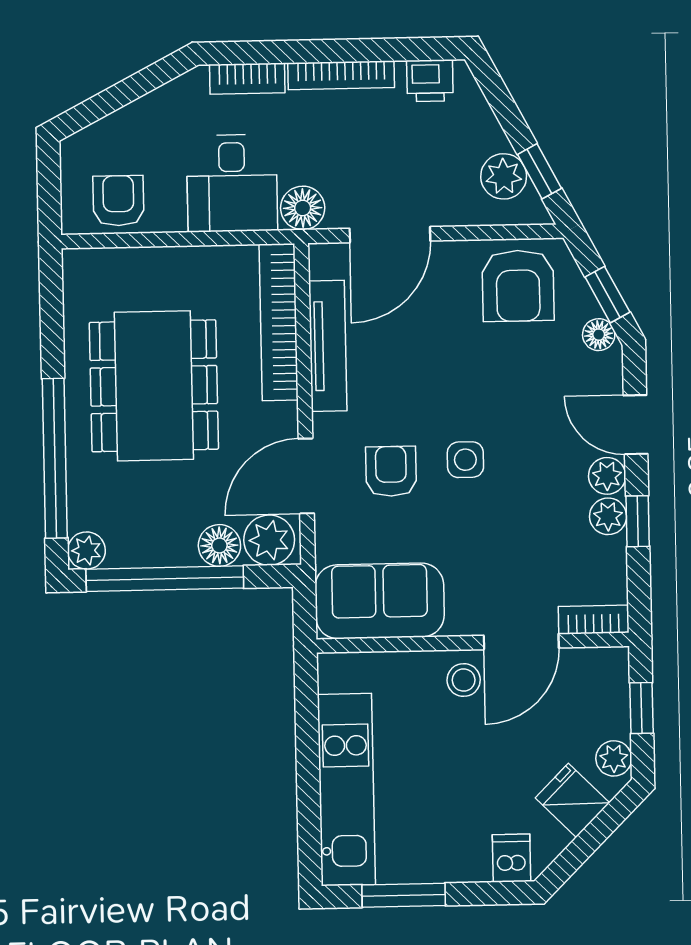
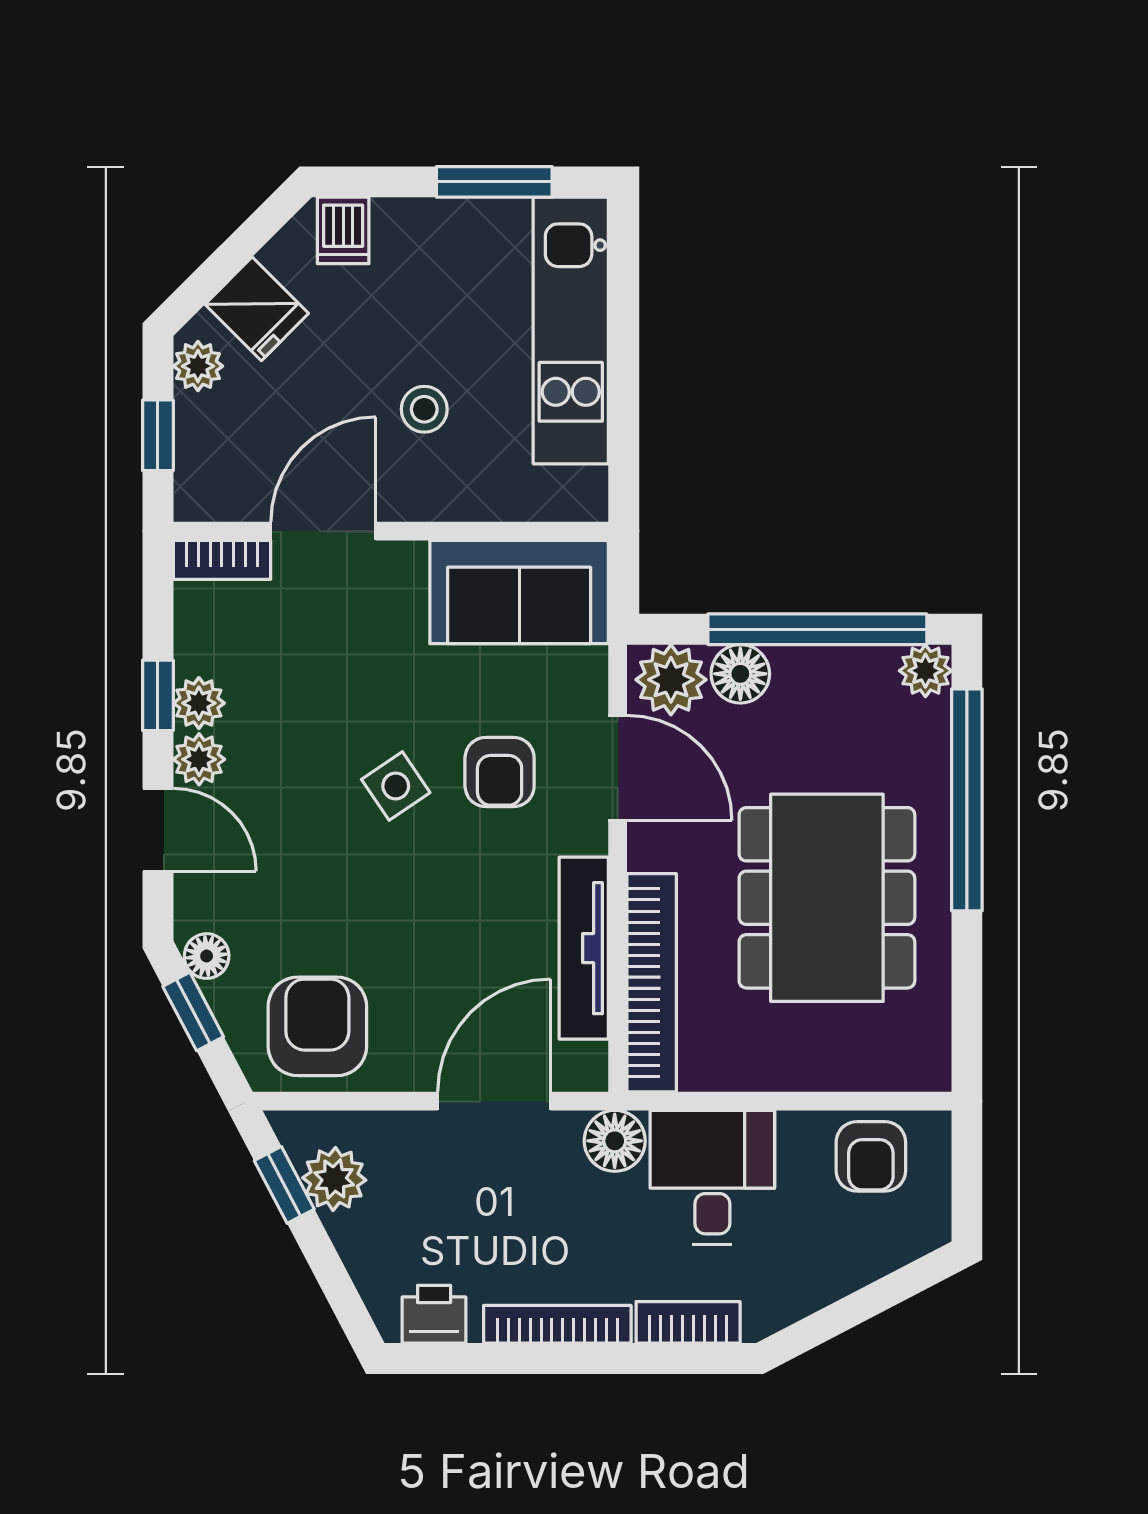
side table: (465, 460) -> (396, 786), turned -34
door: (306, 476) -> (618, 768), hinge flipped
stool: (464, 680) -> (424, 409), moved

